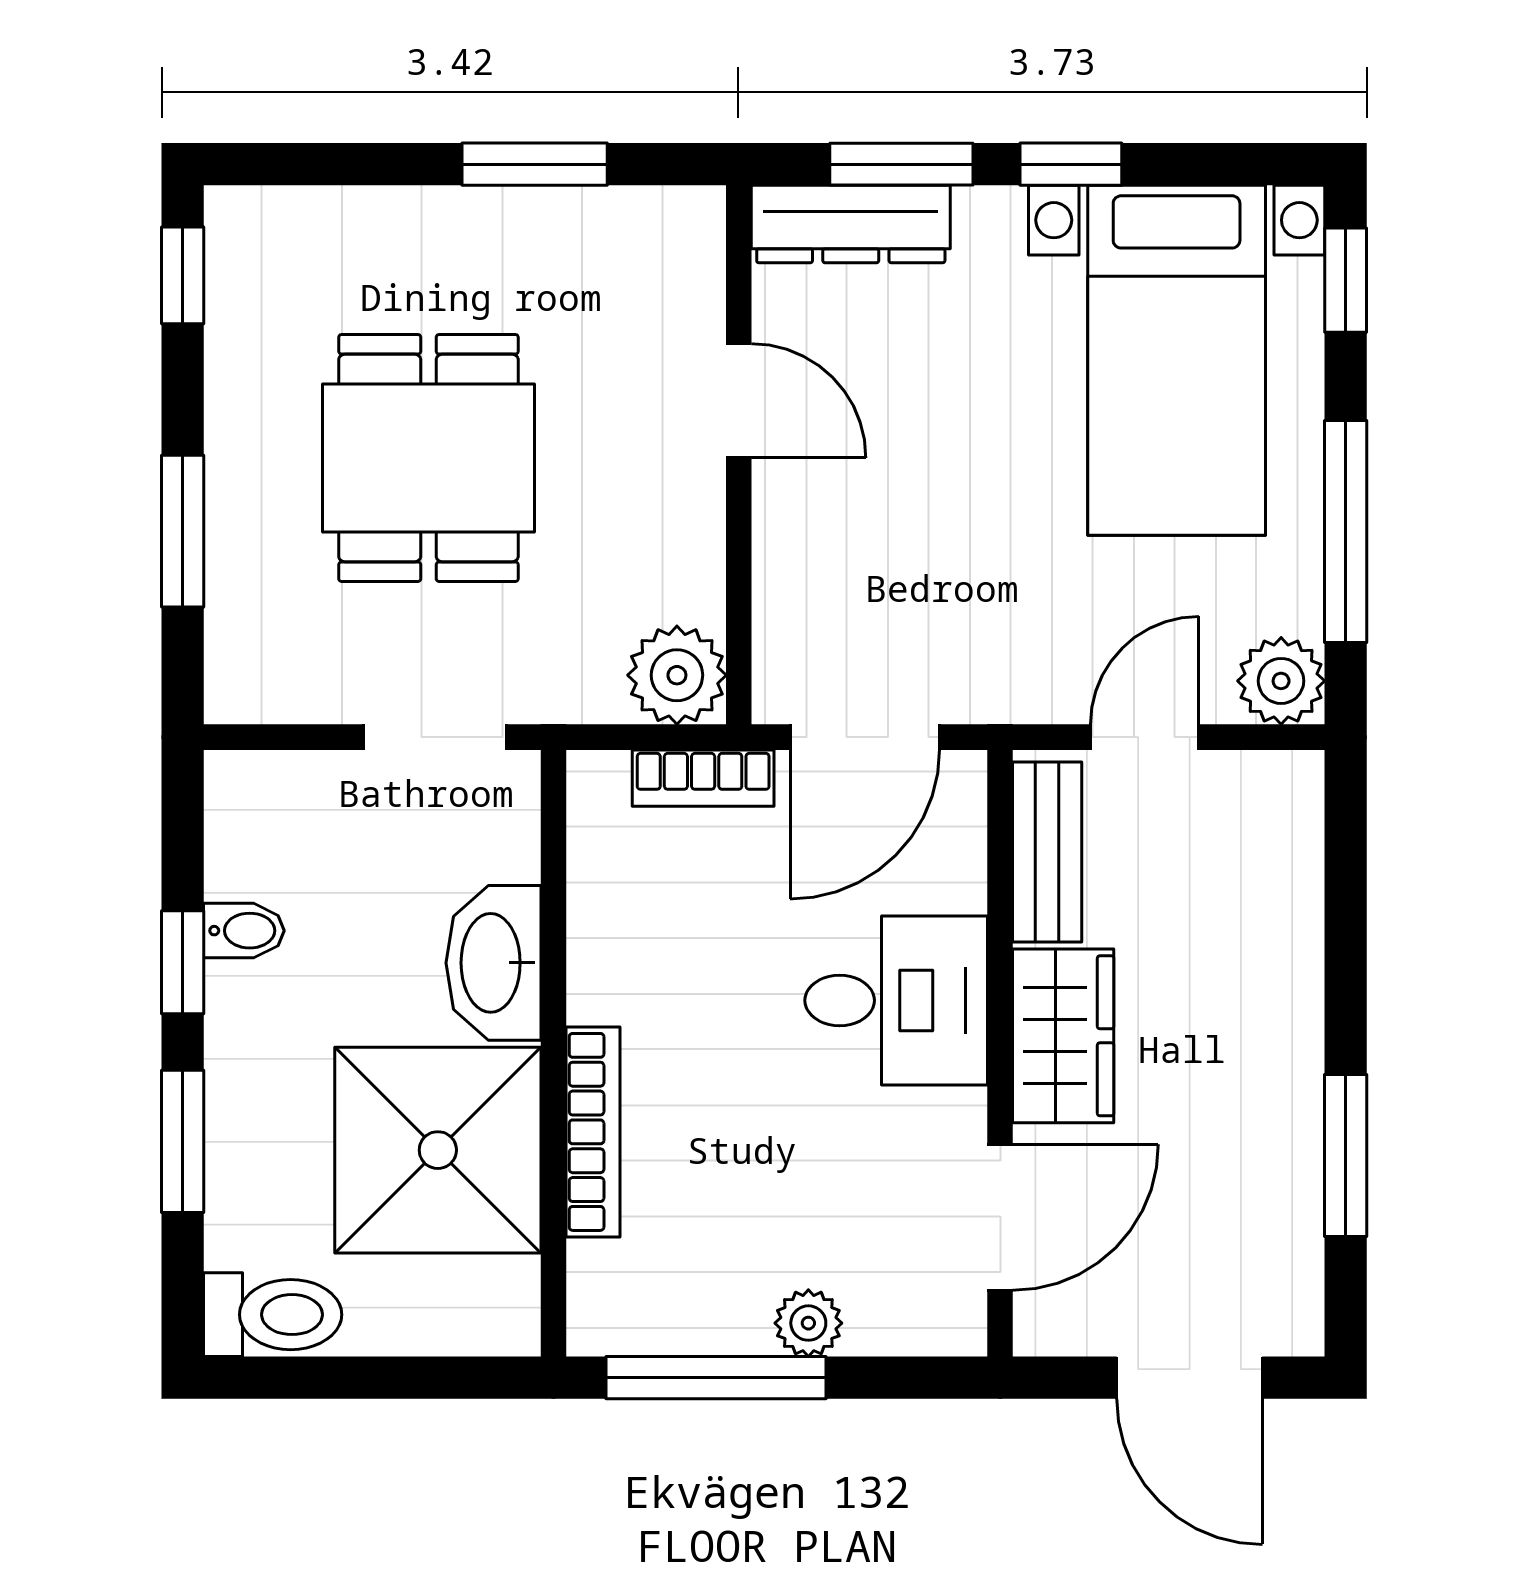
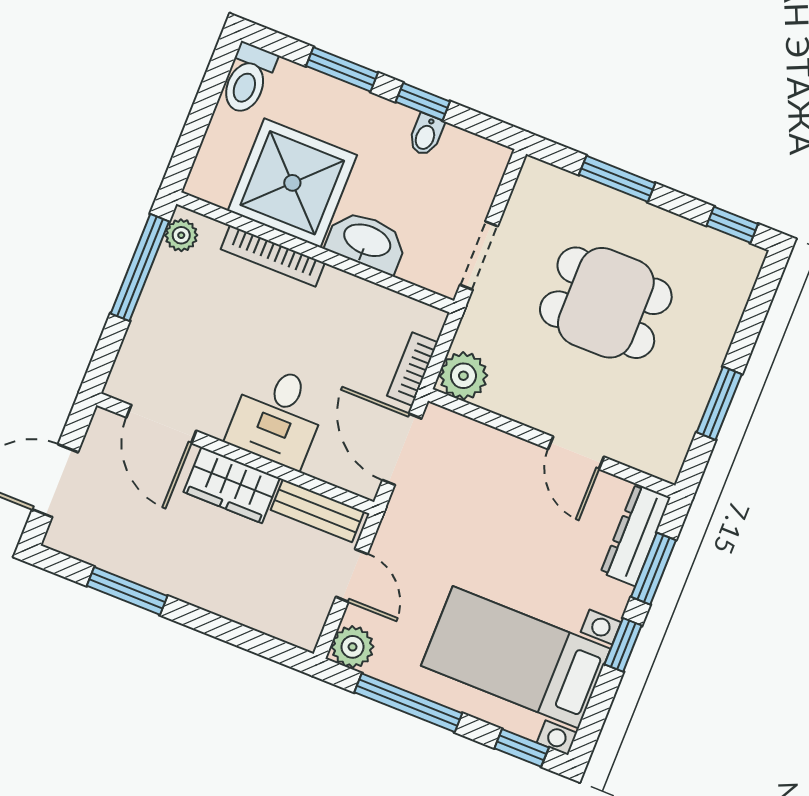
door: (739, 401) -> (576, 453), hinge flipped
plant: (808, 1323) -> (181, 235), moved

